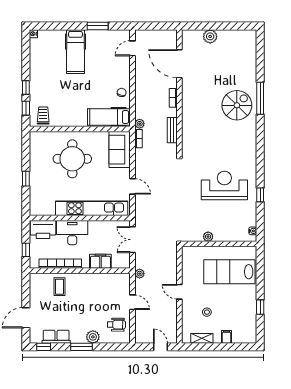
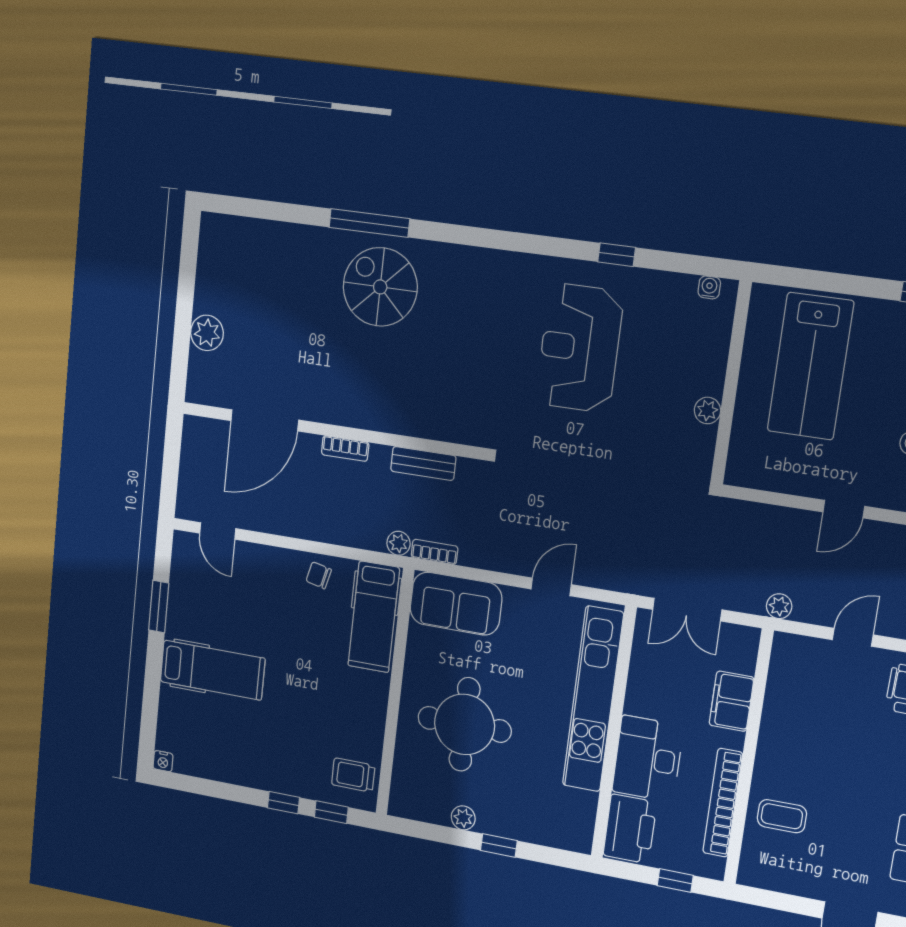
plant: (34, 163) -> (463, 818), added

